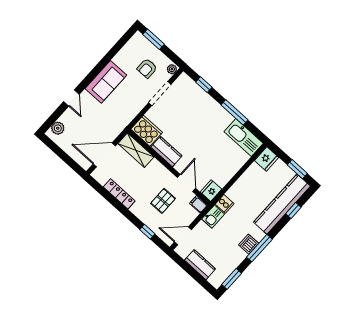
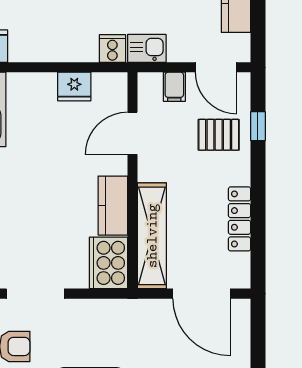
shelving: (136, 150) -> (152, 236), width x1.47
fridge: (211, 191) -> (74, 87), moved
pallet: (163, 201) -> (219, 135), moved
filing cabinet: (198, 204) -> (174, 87), moved

